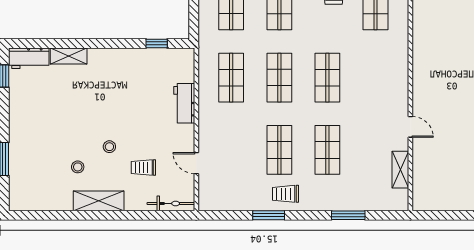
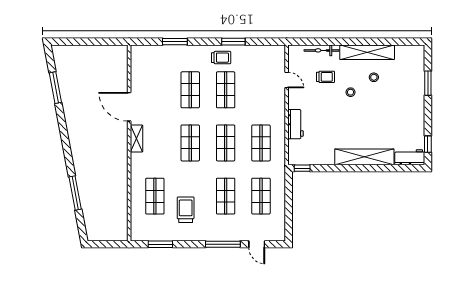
window: (157, 43) -> (302, 168), moved
shelving: (69, 56) -> (364, 157), width x2.20, depth x1.33
door: (410, 127) -> (129, 107), width x1.88
shelving: (400, 170) -> (137, 139), moved
shelving: (99, 201) -> (367, 52), width x1.47
bicycle: (171, 203) -> (322, 50), moved

